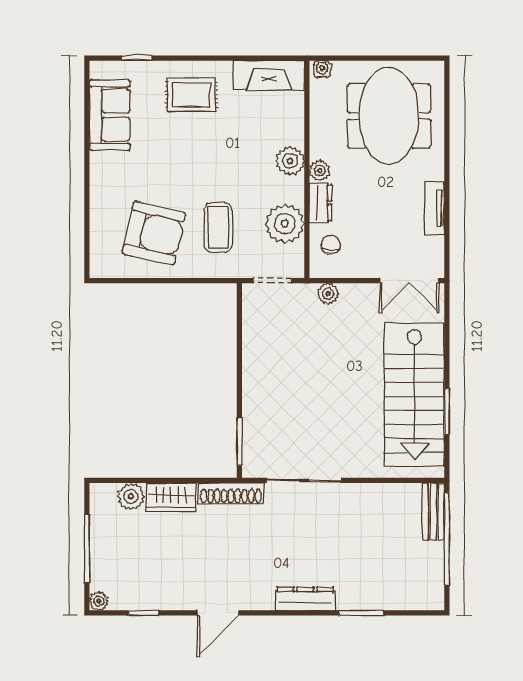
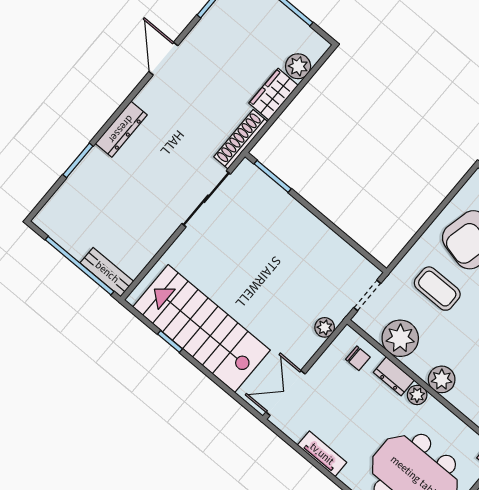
window: (447, 411) -> (170, 342), width x0.67

